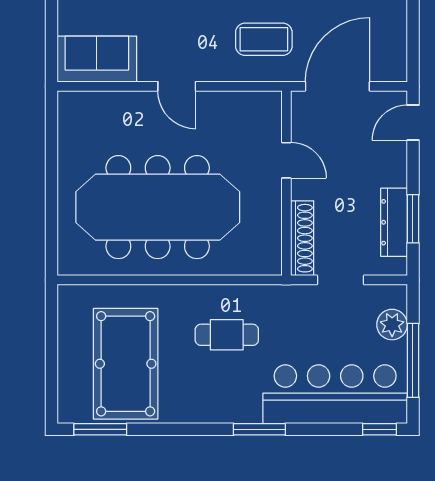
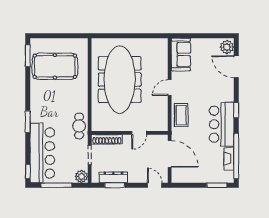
coffee table: (264, 39) -> (181, 115), moved
plant: (392, 325) -> (82, 177), moved
cafe table: (227, 335) -> (79, 126), moved

